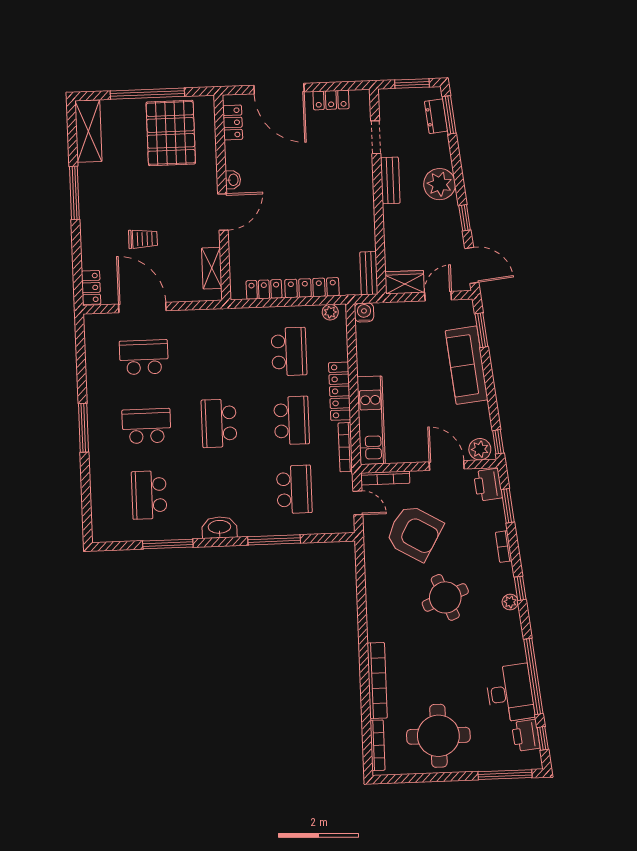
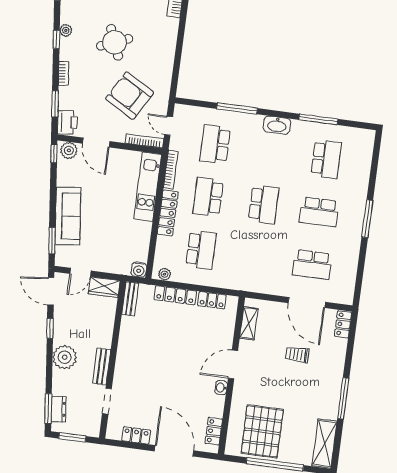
school desk: (289, 352) -> (201, 250), turned 180

